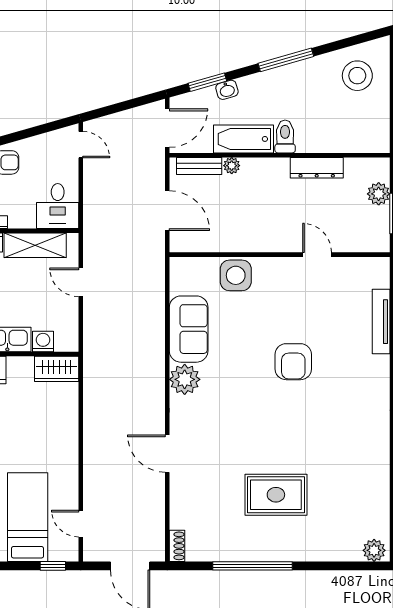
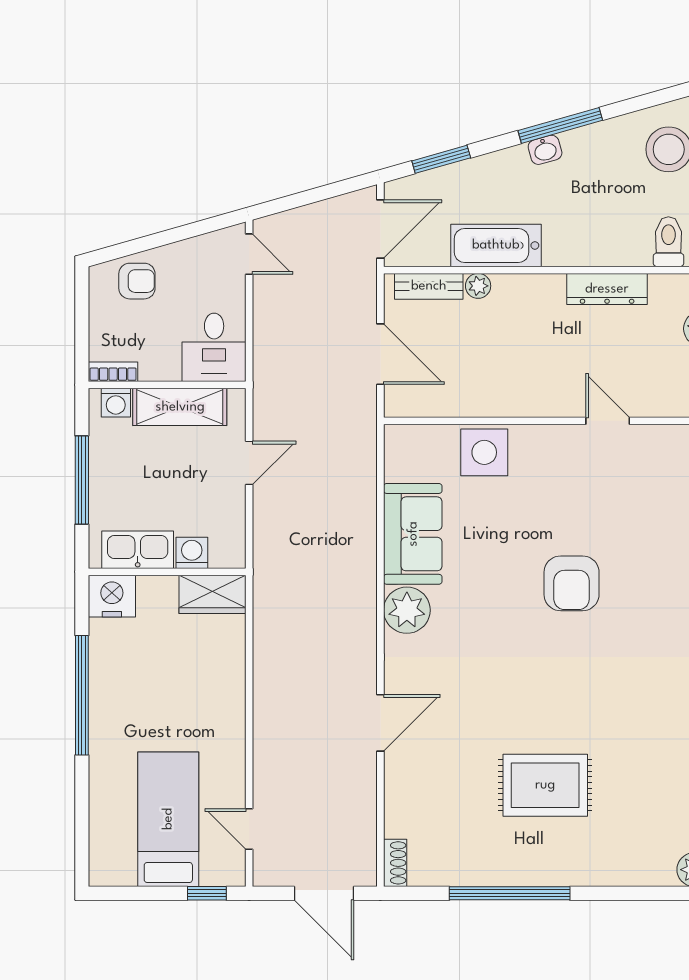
washbasin: (227, 90) -> (545, 150), moved
toilet: (285, 137) -> (668, 242), moved
door: (81, 282) -> (249, 463), swing flipped
door: (167, 454) -> (380, 723), swing flipped

